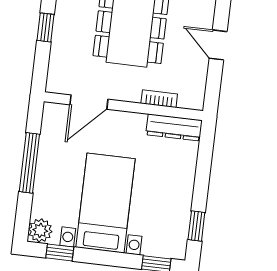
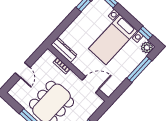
window: (29, 163) -> (139, 69), moved

